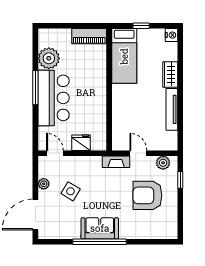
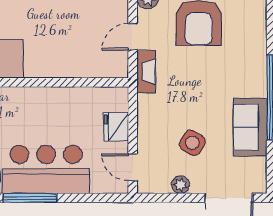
door: (55, 153) -> (133, 167), hinge flipped
sofa: (100, 228) -> (250, 127), moved

